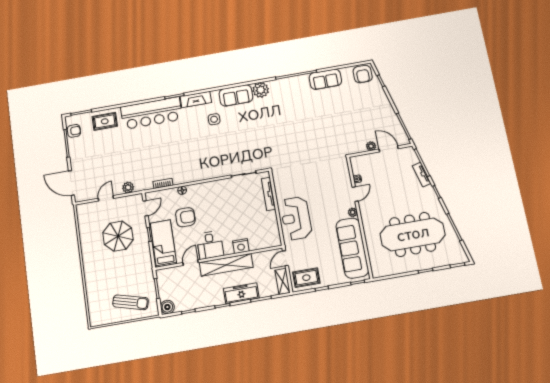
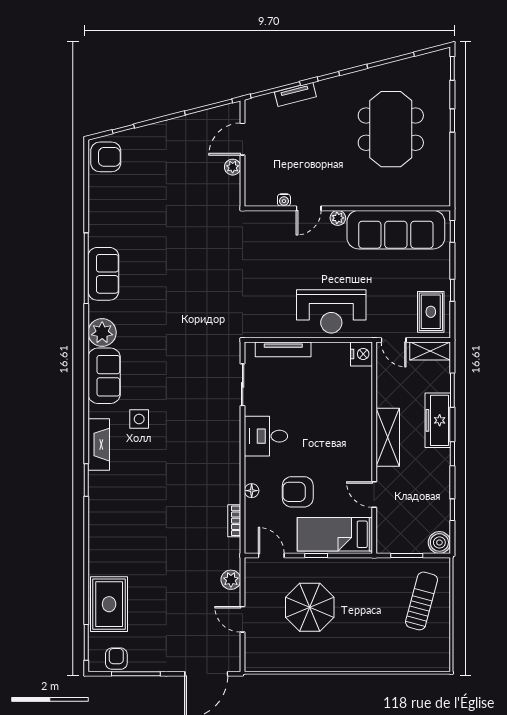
sofa: (325, 79) -> (103, 274), moved
bar counter: (151, 113) -> (109, 523), removed
rug: (105, 121) -> (109, 604), width x1.36, depth x1.43
door: (355, 194) -> (309, 208), swing flipped
armchair: (185, 217) -> (298, 492), turned -90
meeting table: (413, 234) -> (391, 129), width x0.73
desk: (210, 245) -> (266, 436), moved, turned 180
nightstand: (241, 246) -> (361, 354), moved
shelving: (226, 265) -> (388, 437), width x0.68

